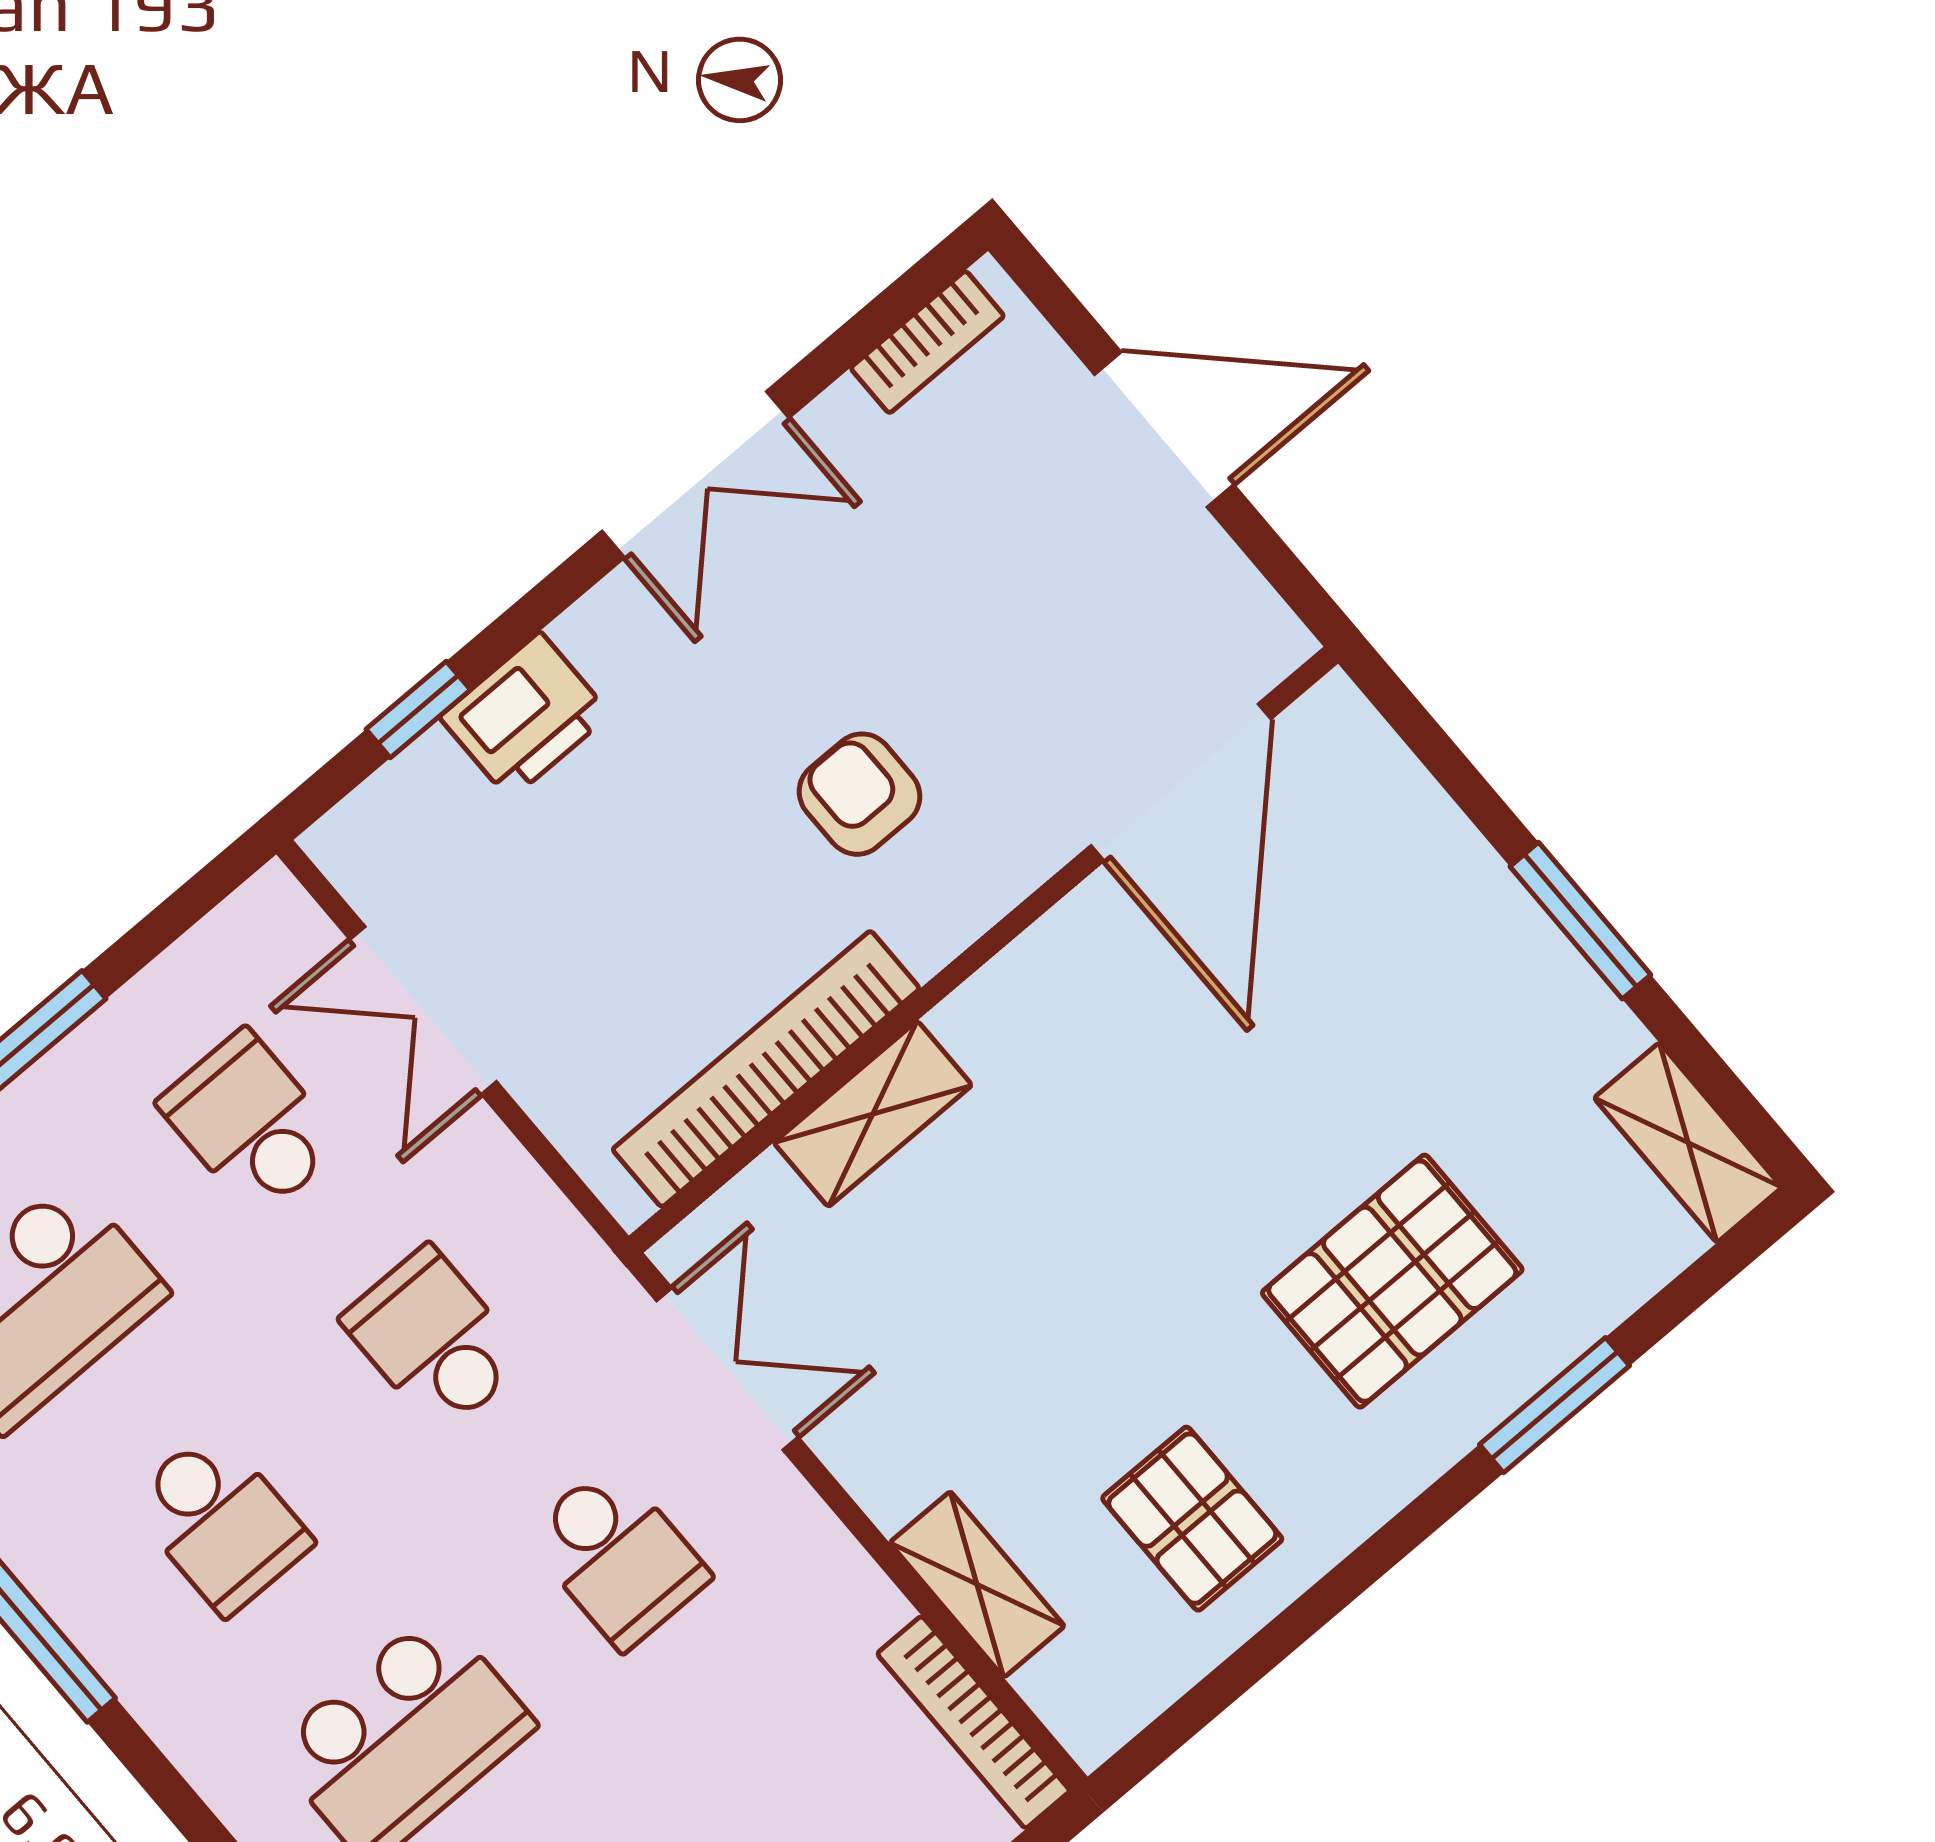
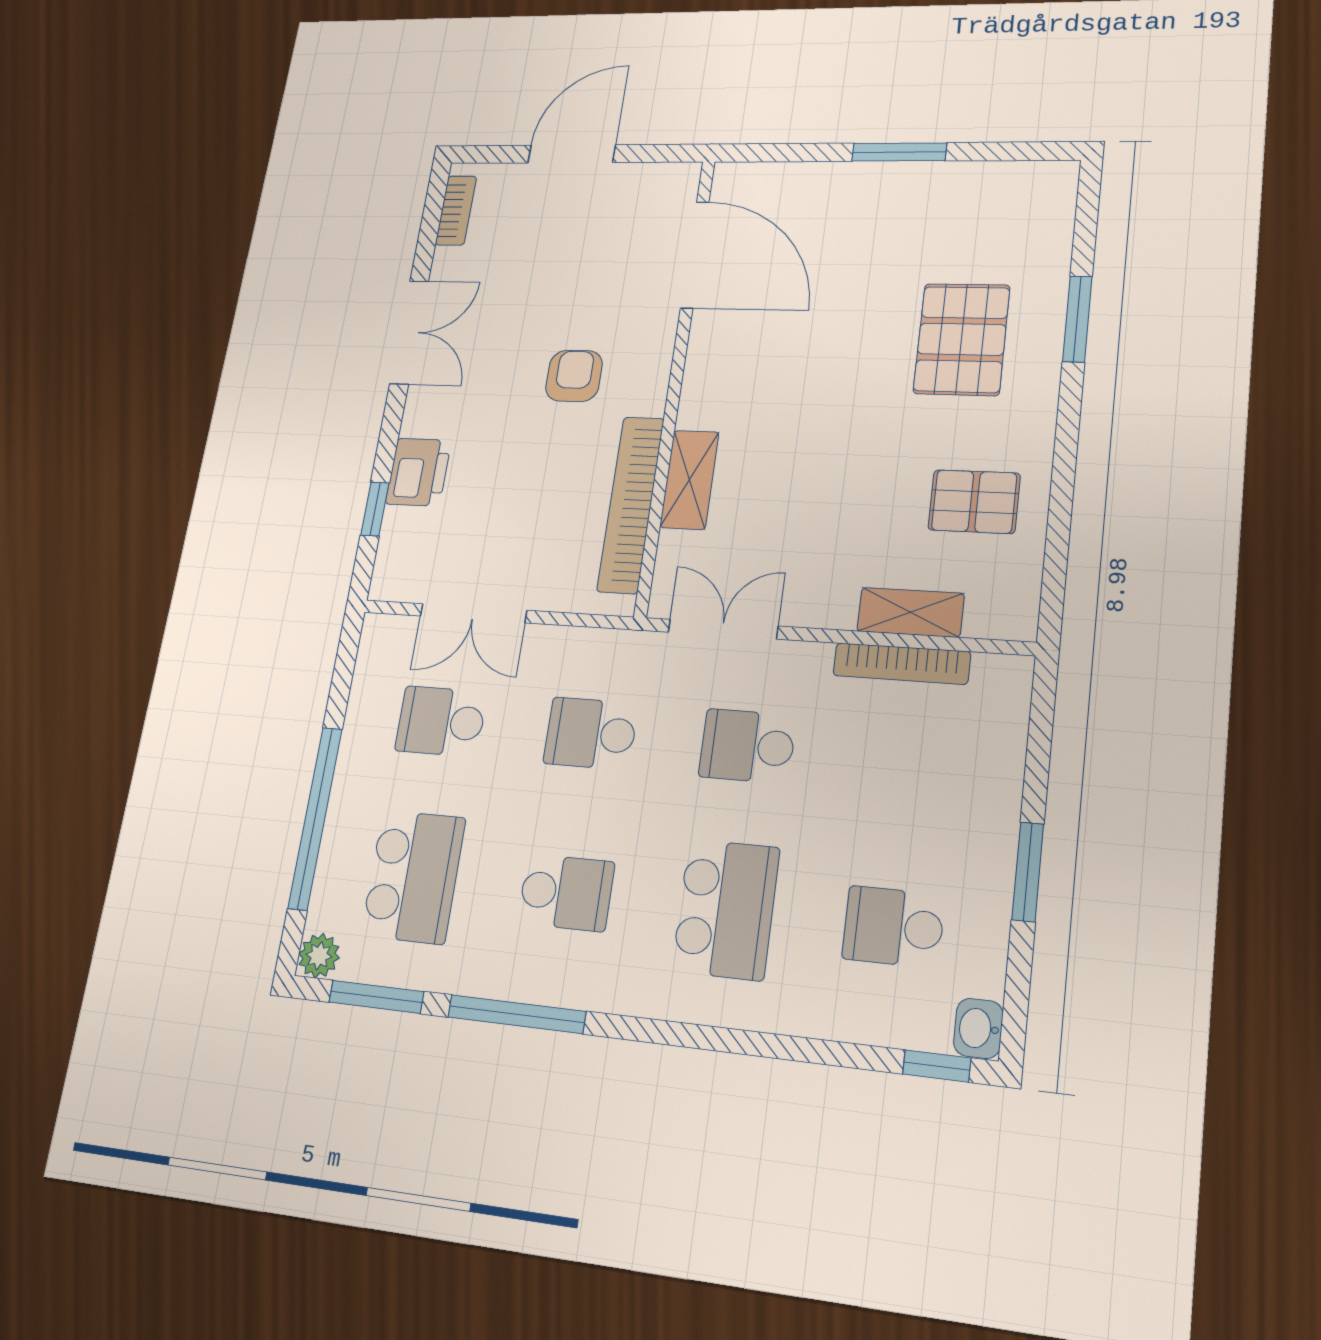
armchair: (859, 794) -> (574, 376), turned 90
shelving: (1688, 1143) -> (1026, 181), removed
school desk: (617, 1556) -> (747, 746), turned 180
bookcase: (974, 1722) -> (902, 664), moved

